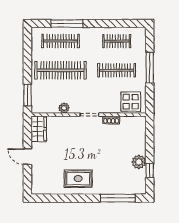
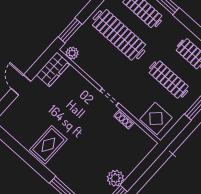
plant: (64, 108) -> (72, 53), moved
rug: (78, 179) -> (48, 145), turned 90

